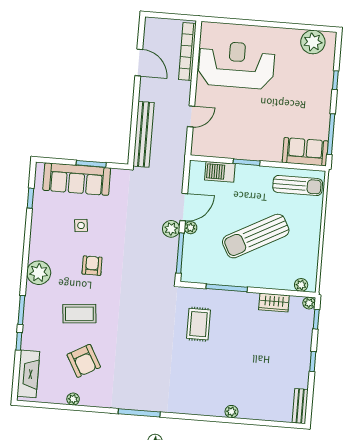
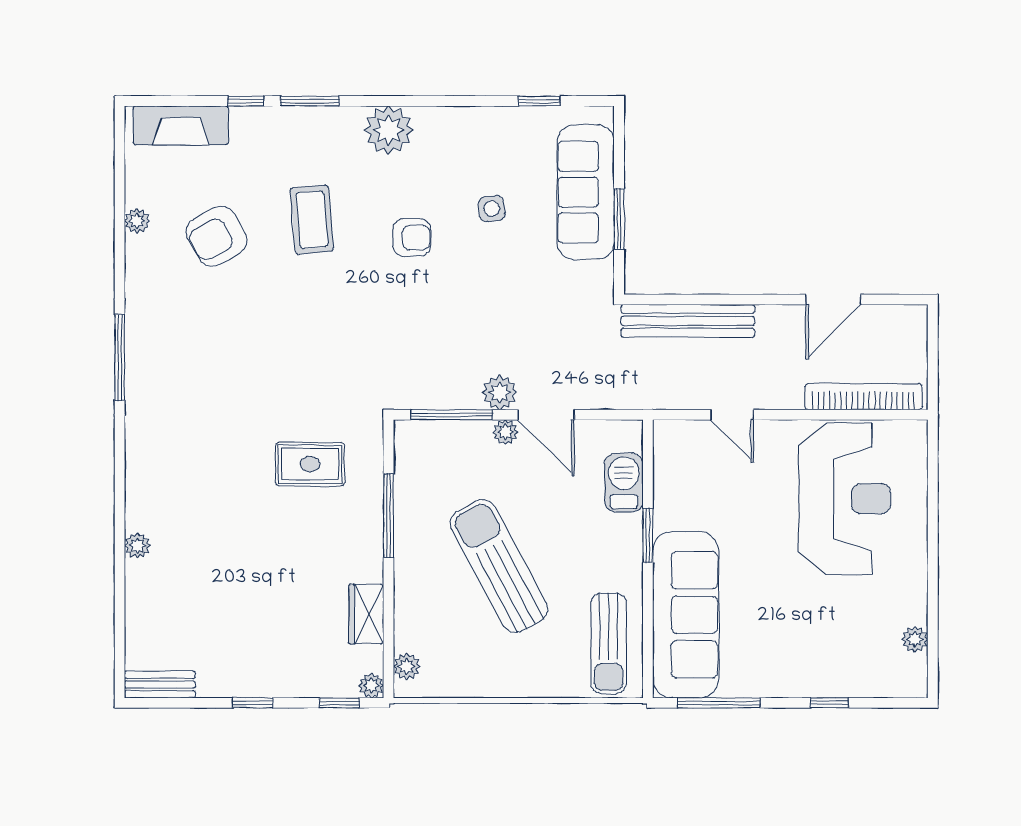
plant: (313, 42) -> (915, 639), width x0.53, depth x0.53
sofa: (305, 152) -> (686, 615), width x1.85, depth x1.27

